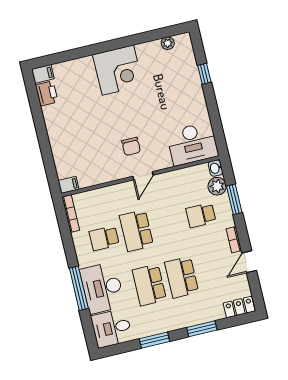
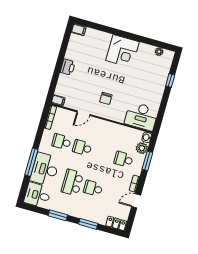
printer: (47, 93) -> (68, 67), moved
door: (143, 176) -> (83, 113), moved
school desk: (136, 231) -> (82, 148), width x0.54
school desk: (182, 277) -> (93, 188), width x0.54

